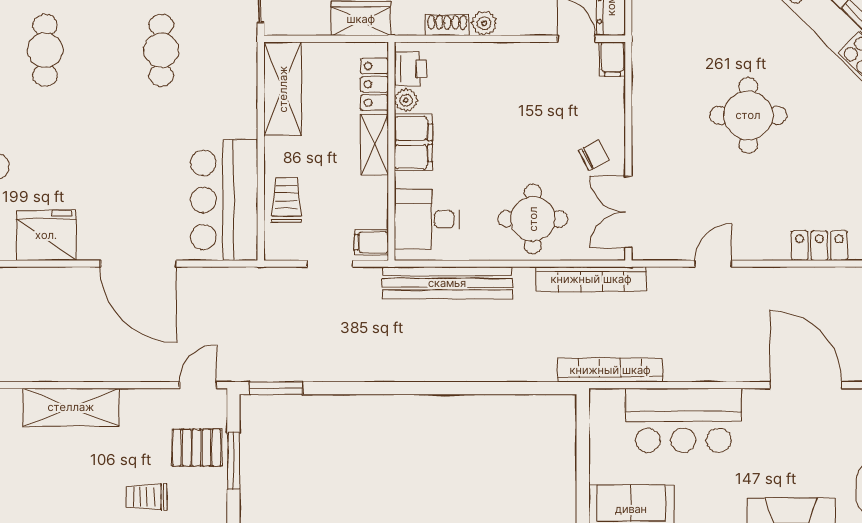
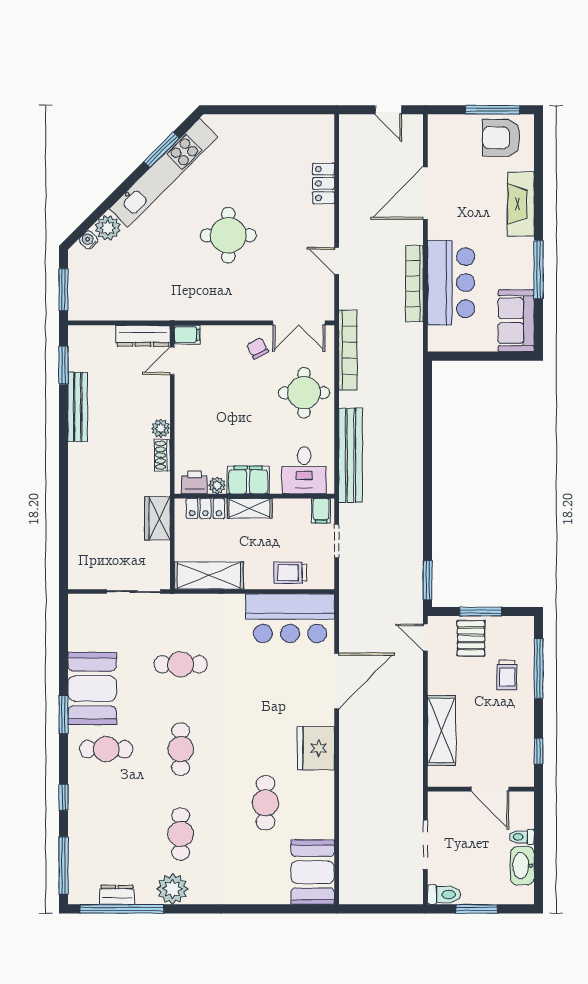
cafe table: (45, 50) -> (181, 749), turned 90
bookcase: (610, 370) -> (414, 284), moved

